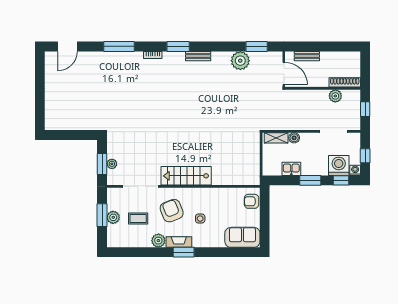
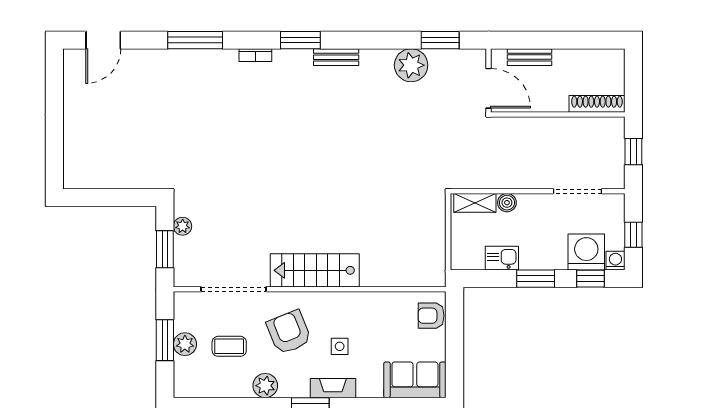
plant: (335, 96) -> (580, 128), removed
plant: (112, 164) -> (183, 226), moved
fireplace: (179, 242) -> (333, 388), moved

